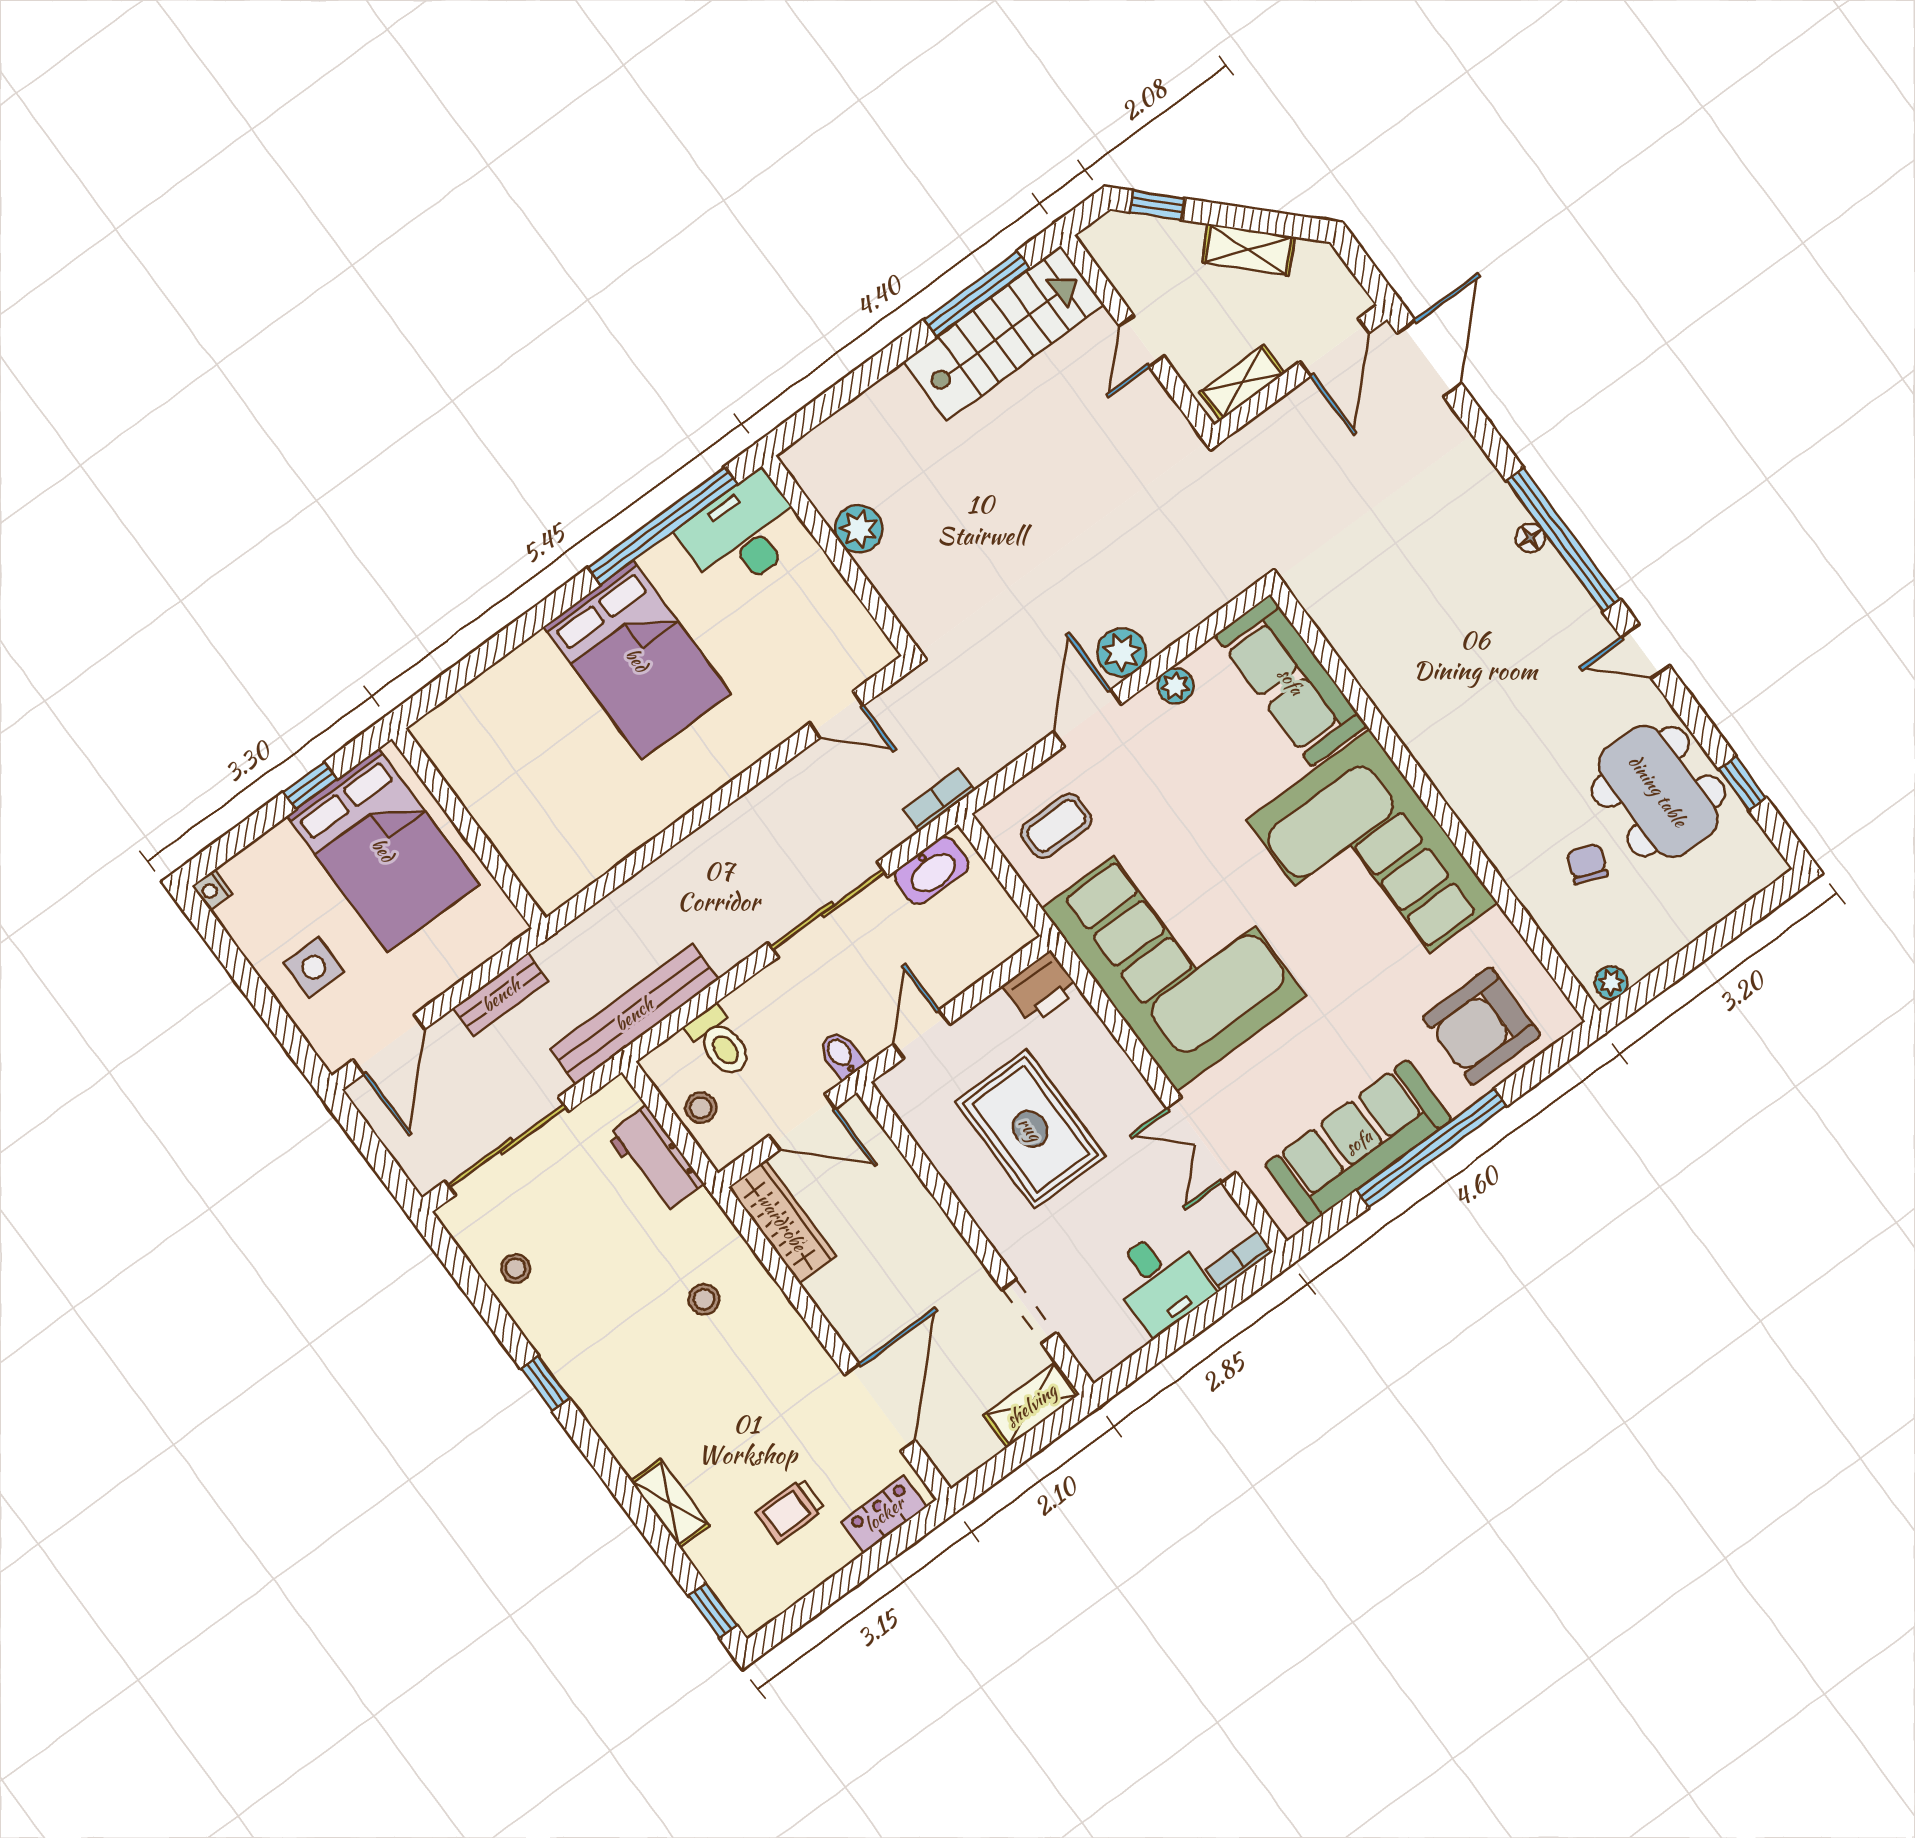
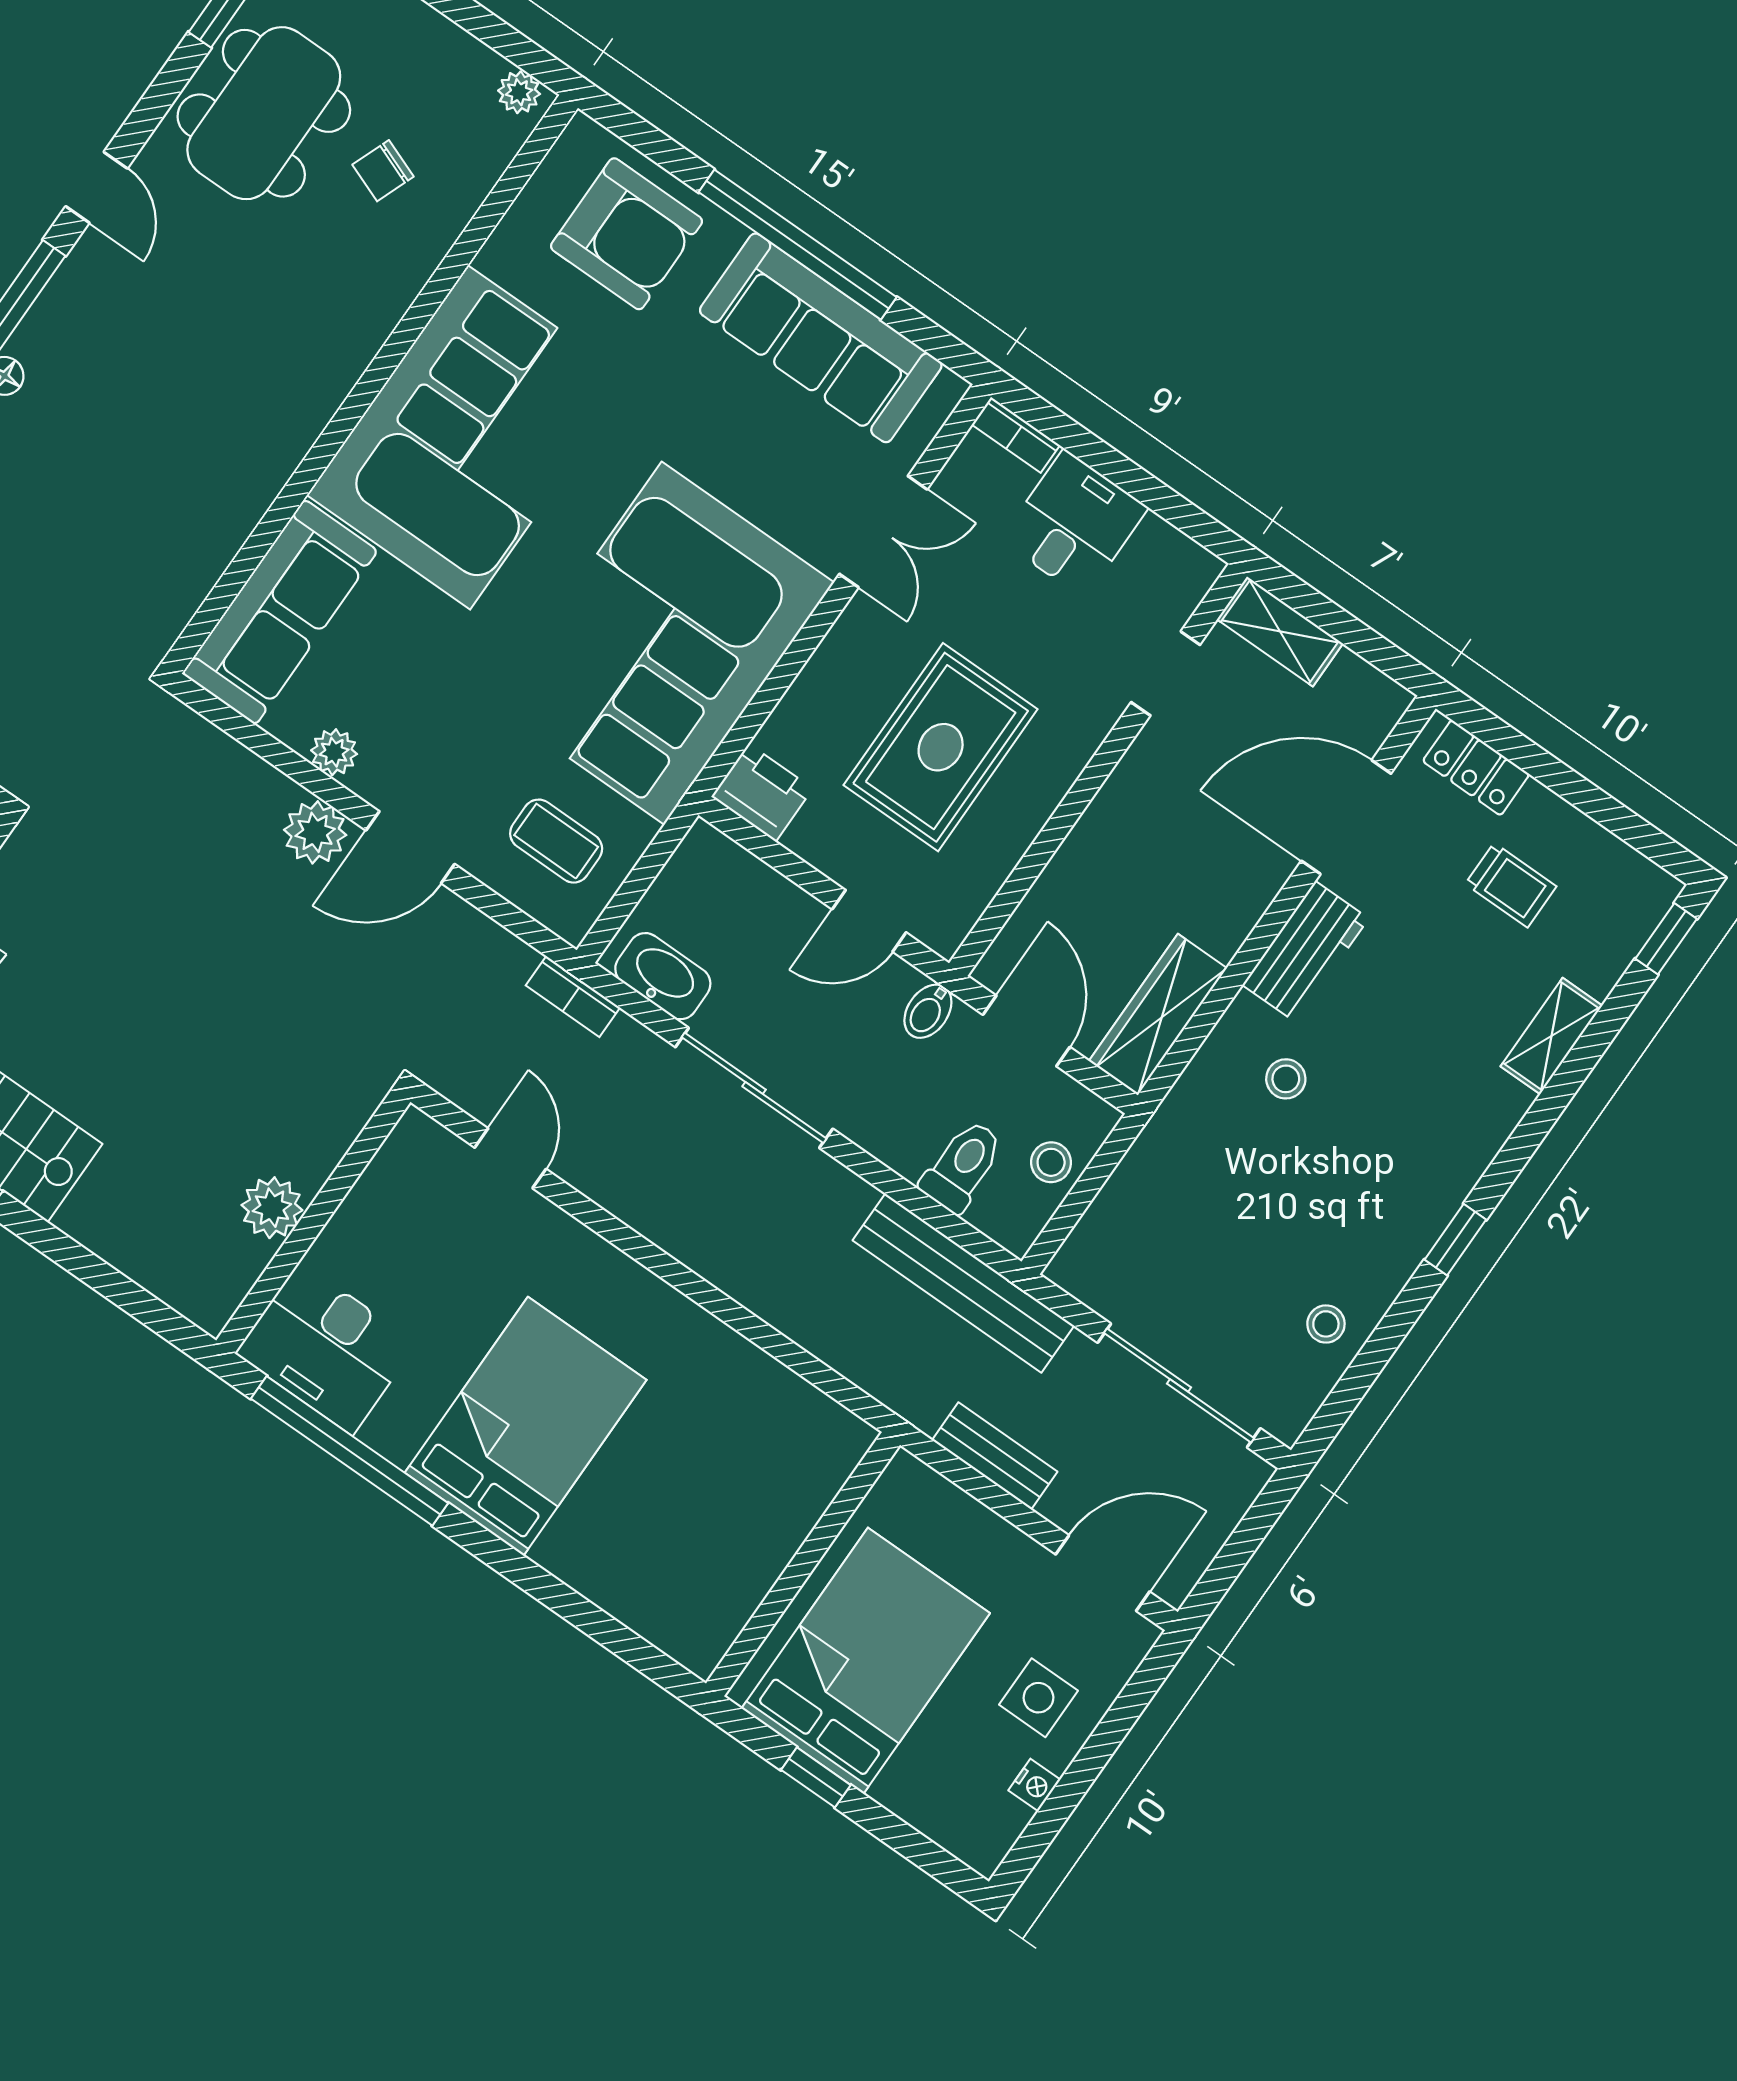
nightstand: (212, 890) -> (1034, 1785), moved
workbench: (655, 1159) -> (1305, 952), moved

